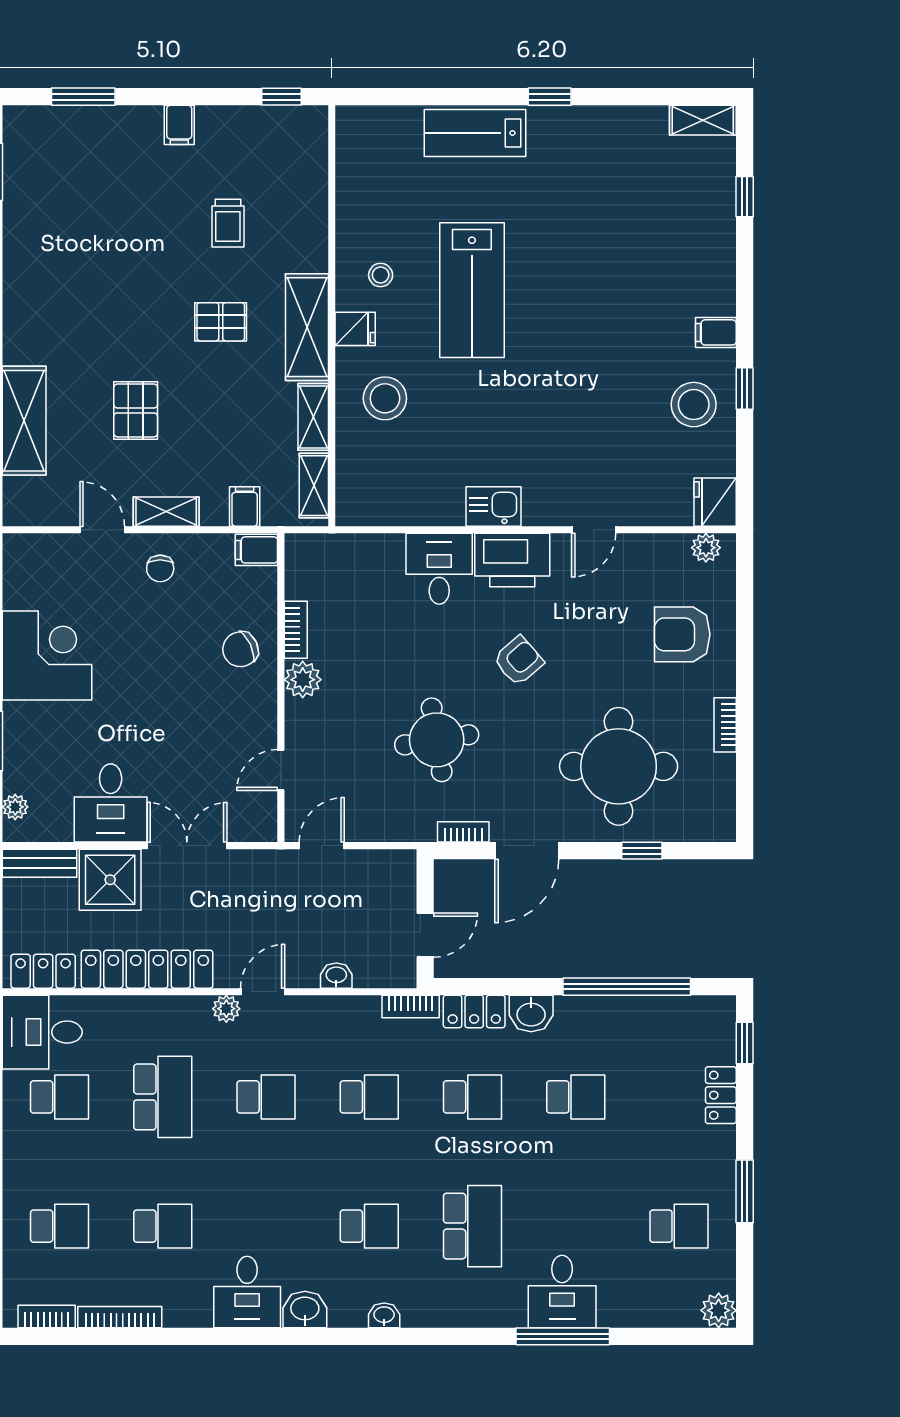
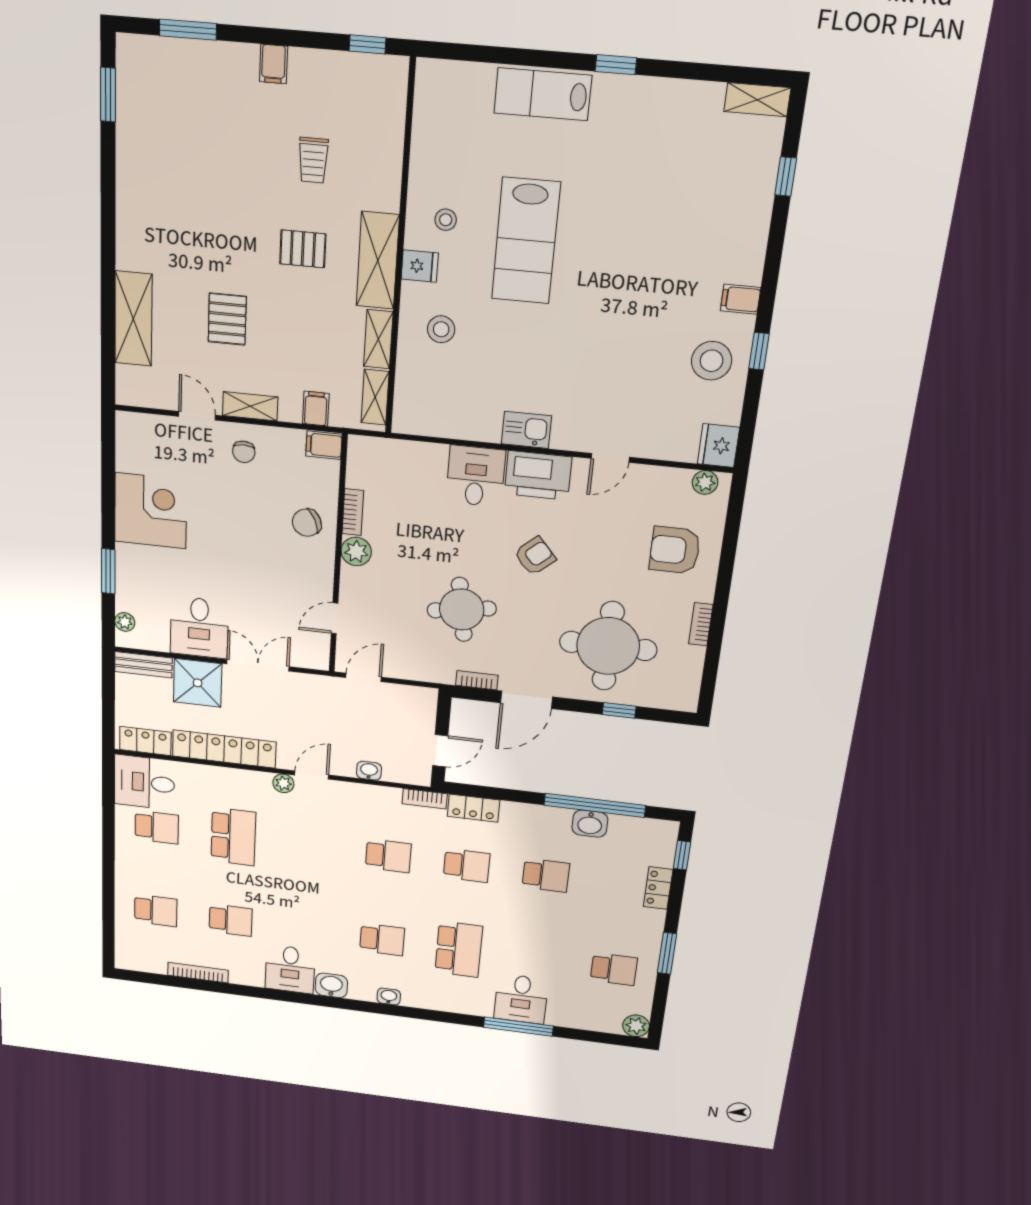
stool: (385, 398) -> (441, 329), width x0.73, depth x0.73
washbasin: (531, 1013) -> (590, 824), moved
school desk: (266, 1097) -> (310, 846), removed
bookcase: (47, 1317) -> (146, 965), removed

